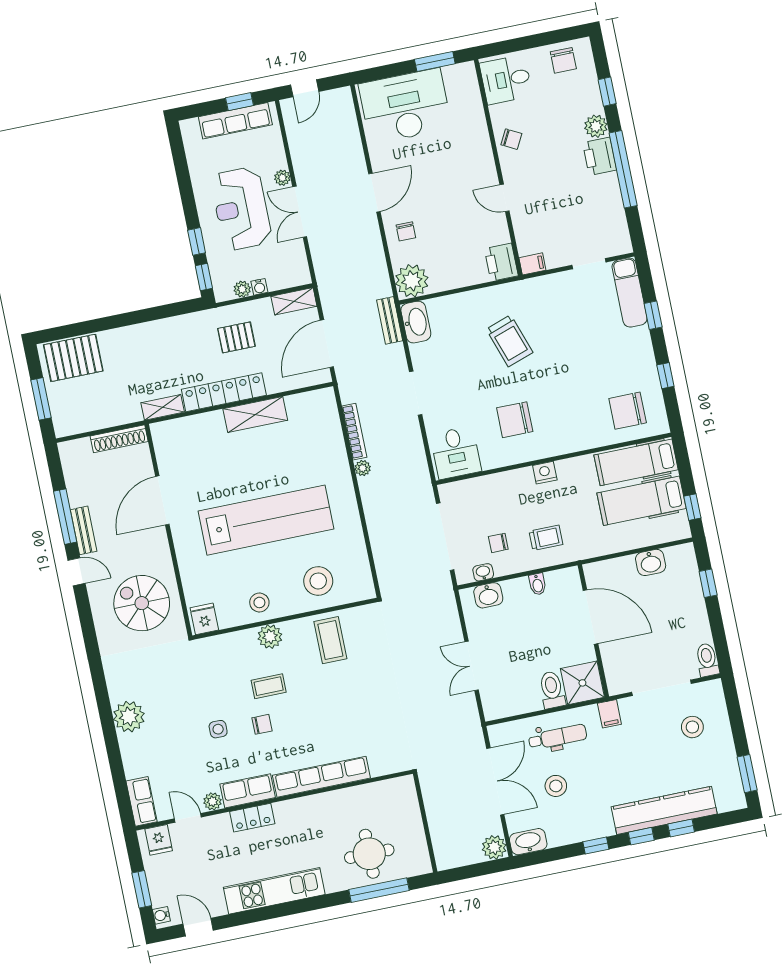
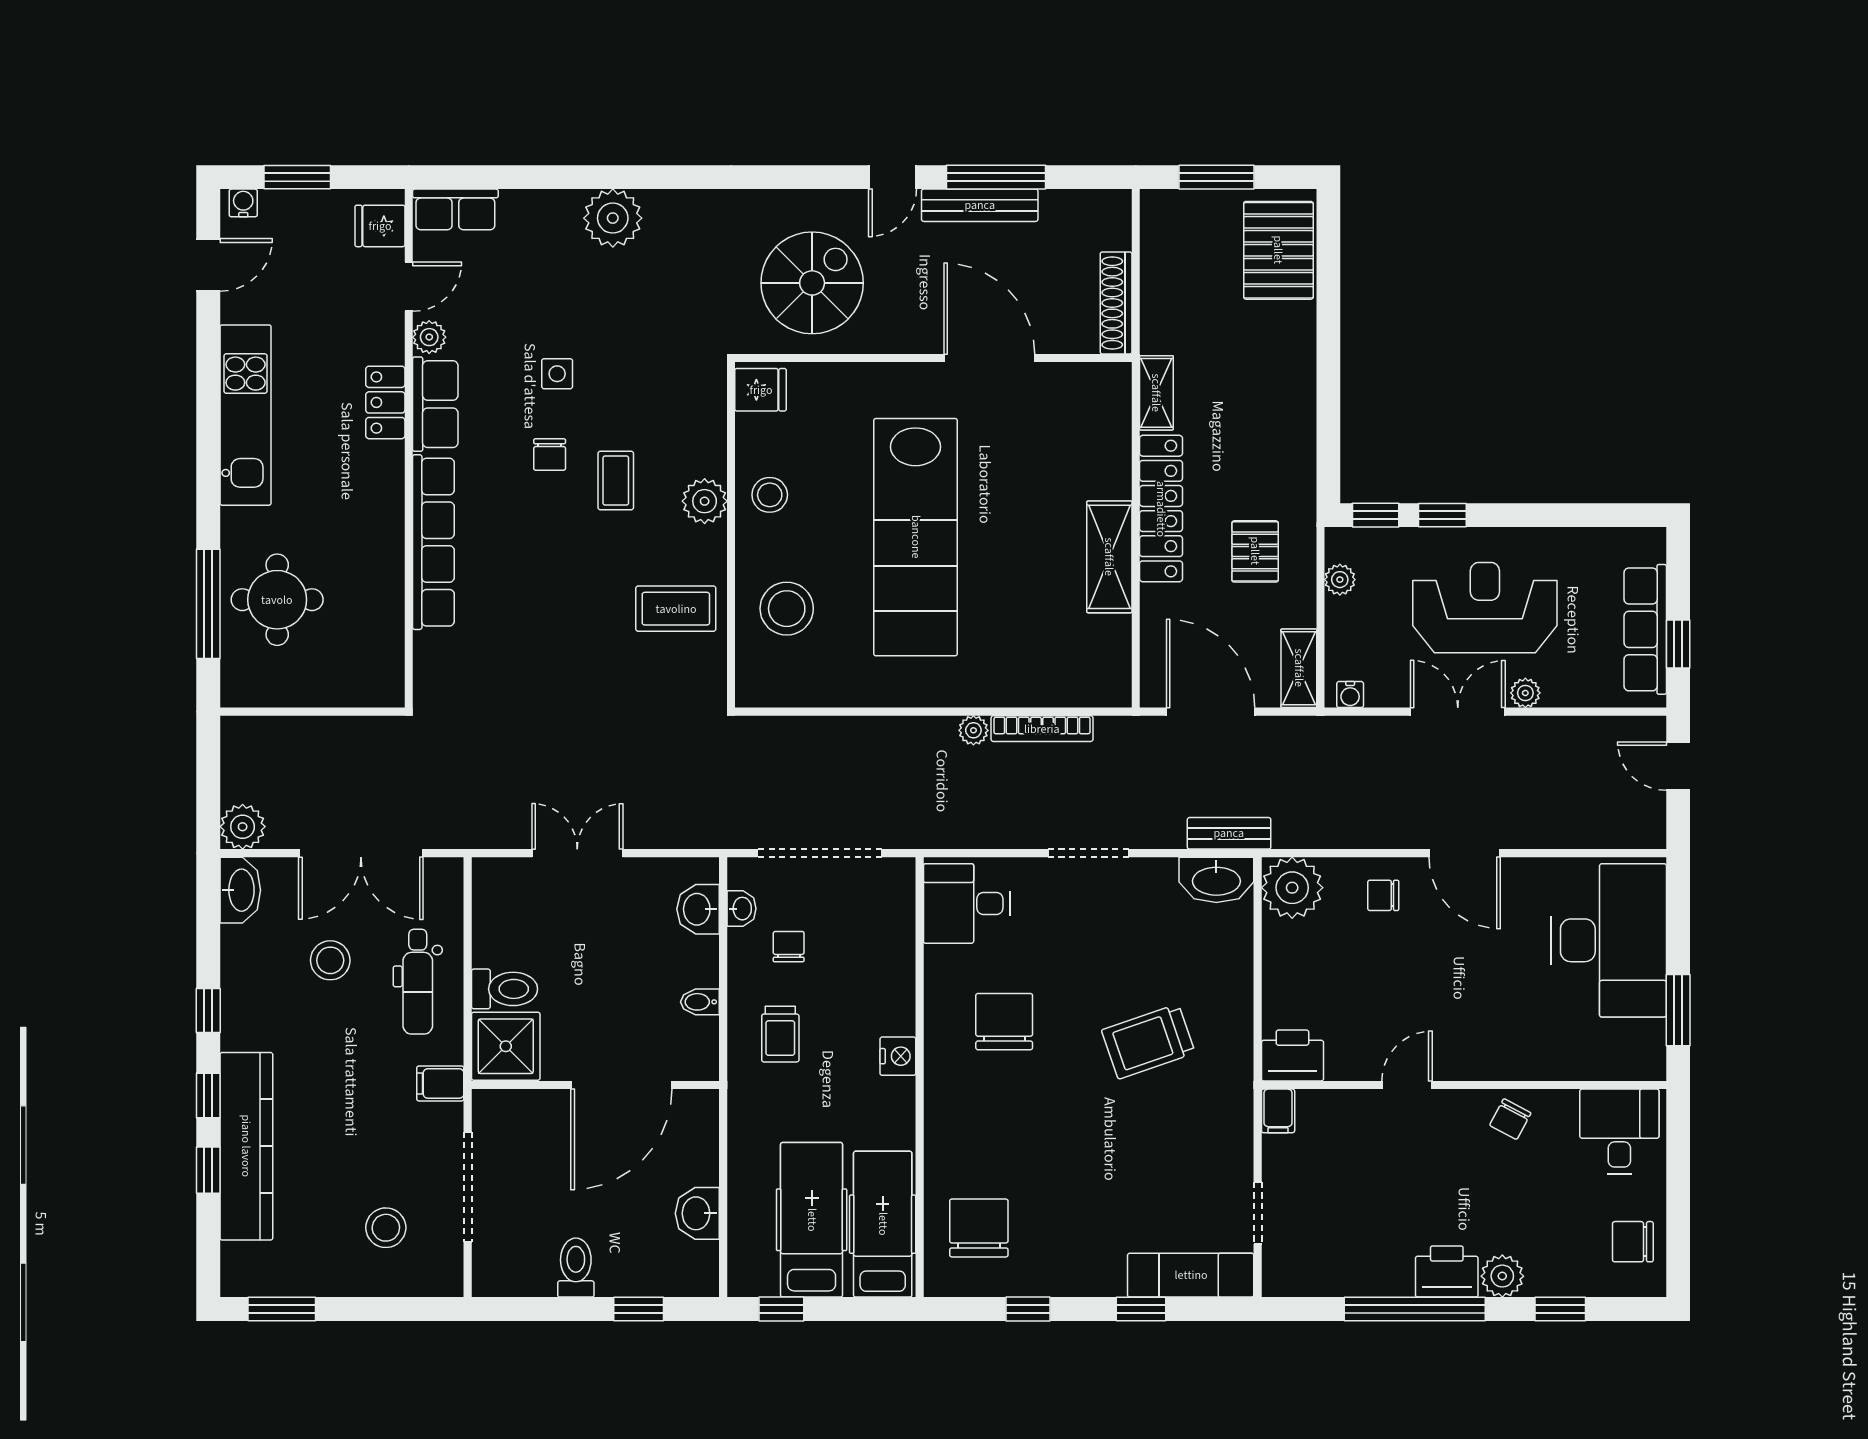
water cooler: (259, 287) -> (1350, 695), moved, turned -90
bench: (84, 530) -> (980, 205), width x1.36
toilet: (707, 660) -> (576, 1268), moved, turned -90

